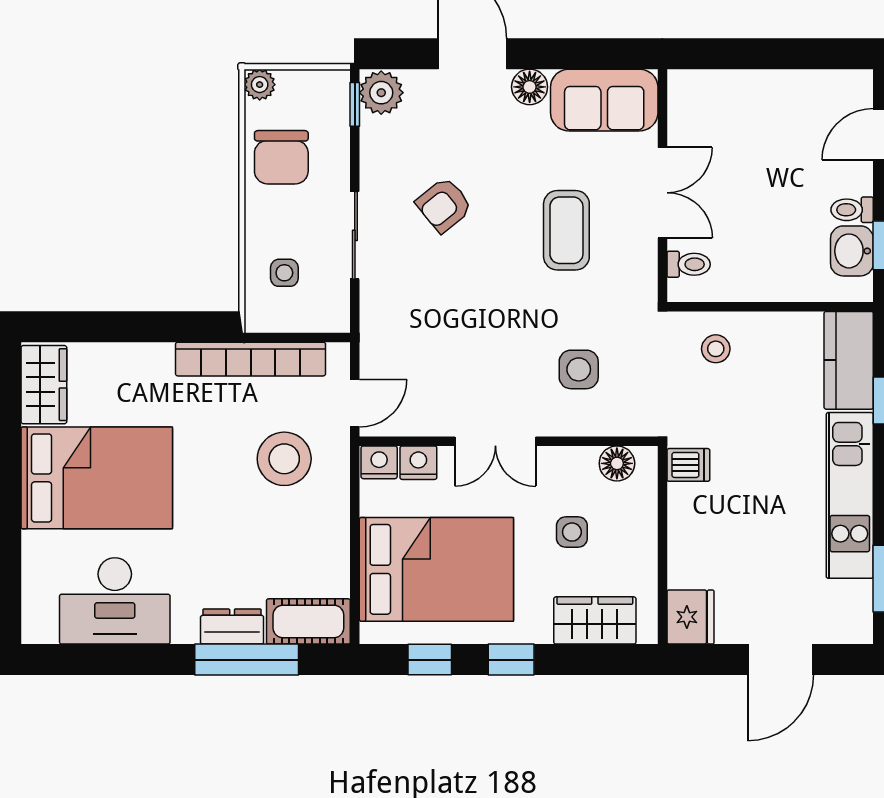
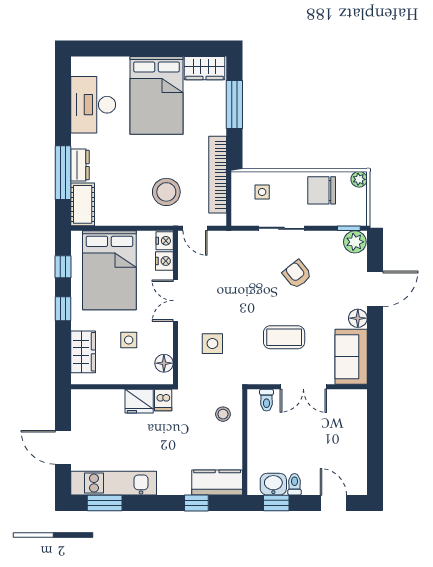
window: (114, 327) -> (234, 104), added
kitchen unit: (850, 495) -> (114, 483), moved
fridge: (691, 617) -> (139, 401), moved

